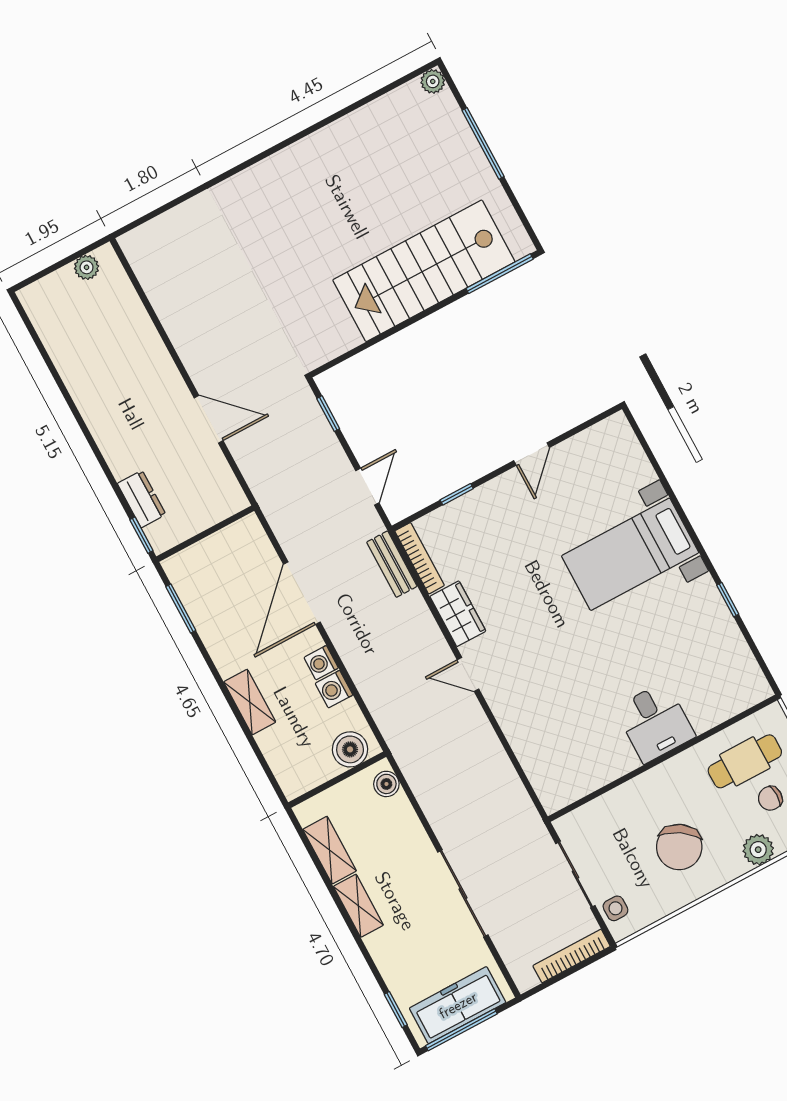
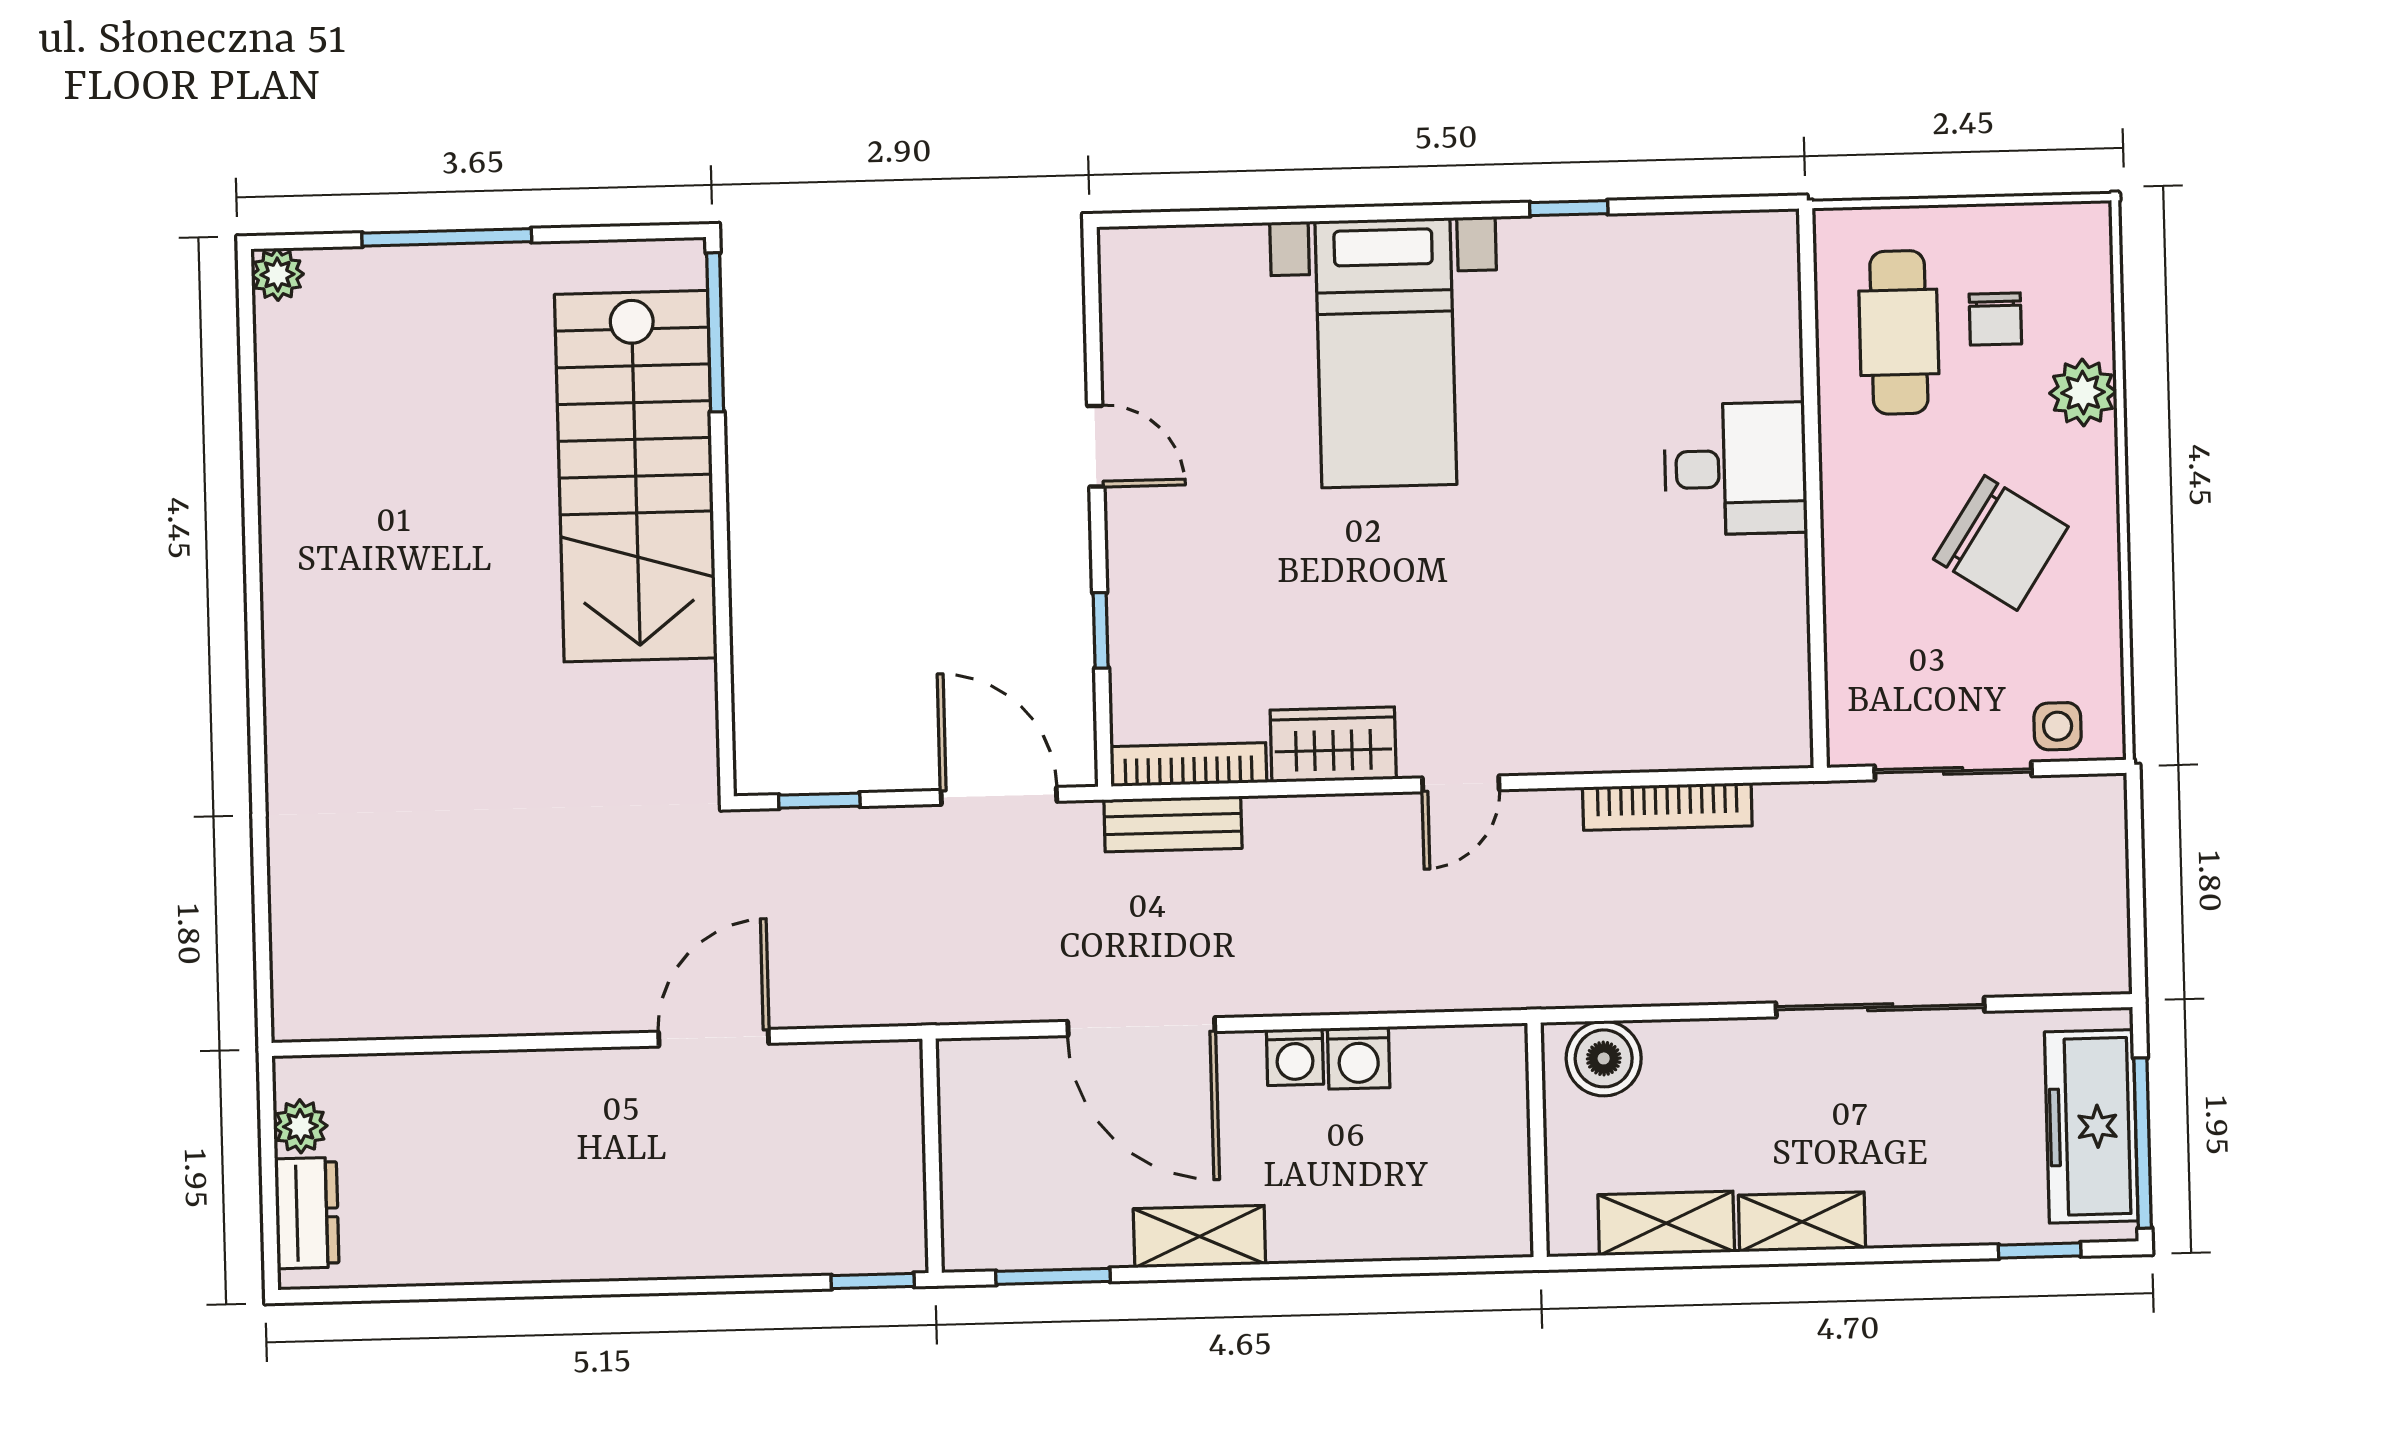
door: (367, 487) -> (999, 796), width x1.38
dresser: (142, 499) -> (307, 1213), moved, turned 90
shelving: (250, 702) -> (1199, 1236), moved
boiler: (350, 749) -> (1491, 1086), removed
boiler: (386, 784) -> (1604, 1058), width x1.36, depth x1.36
bookcase: (572, 956) -> (1667, 806), moved, turned -90

